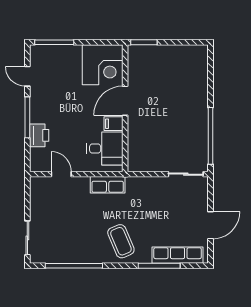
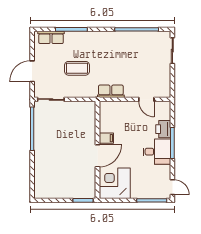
door: (27, 76) -> (172, 187), moved
desk: (105, 149) -> (157, 152), moved, turned 180
door: (210, 225) -> (32, 71), moved
coffee table: (121, 241) -> (77, 68), moved, turned -67
row of seats: (178, 255) -> (51, 37), width x0.68

